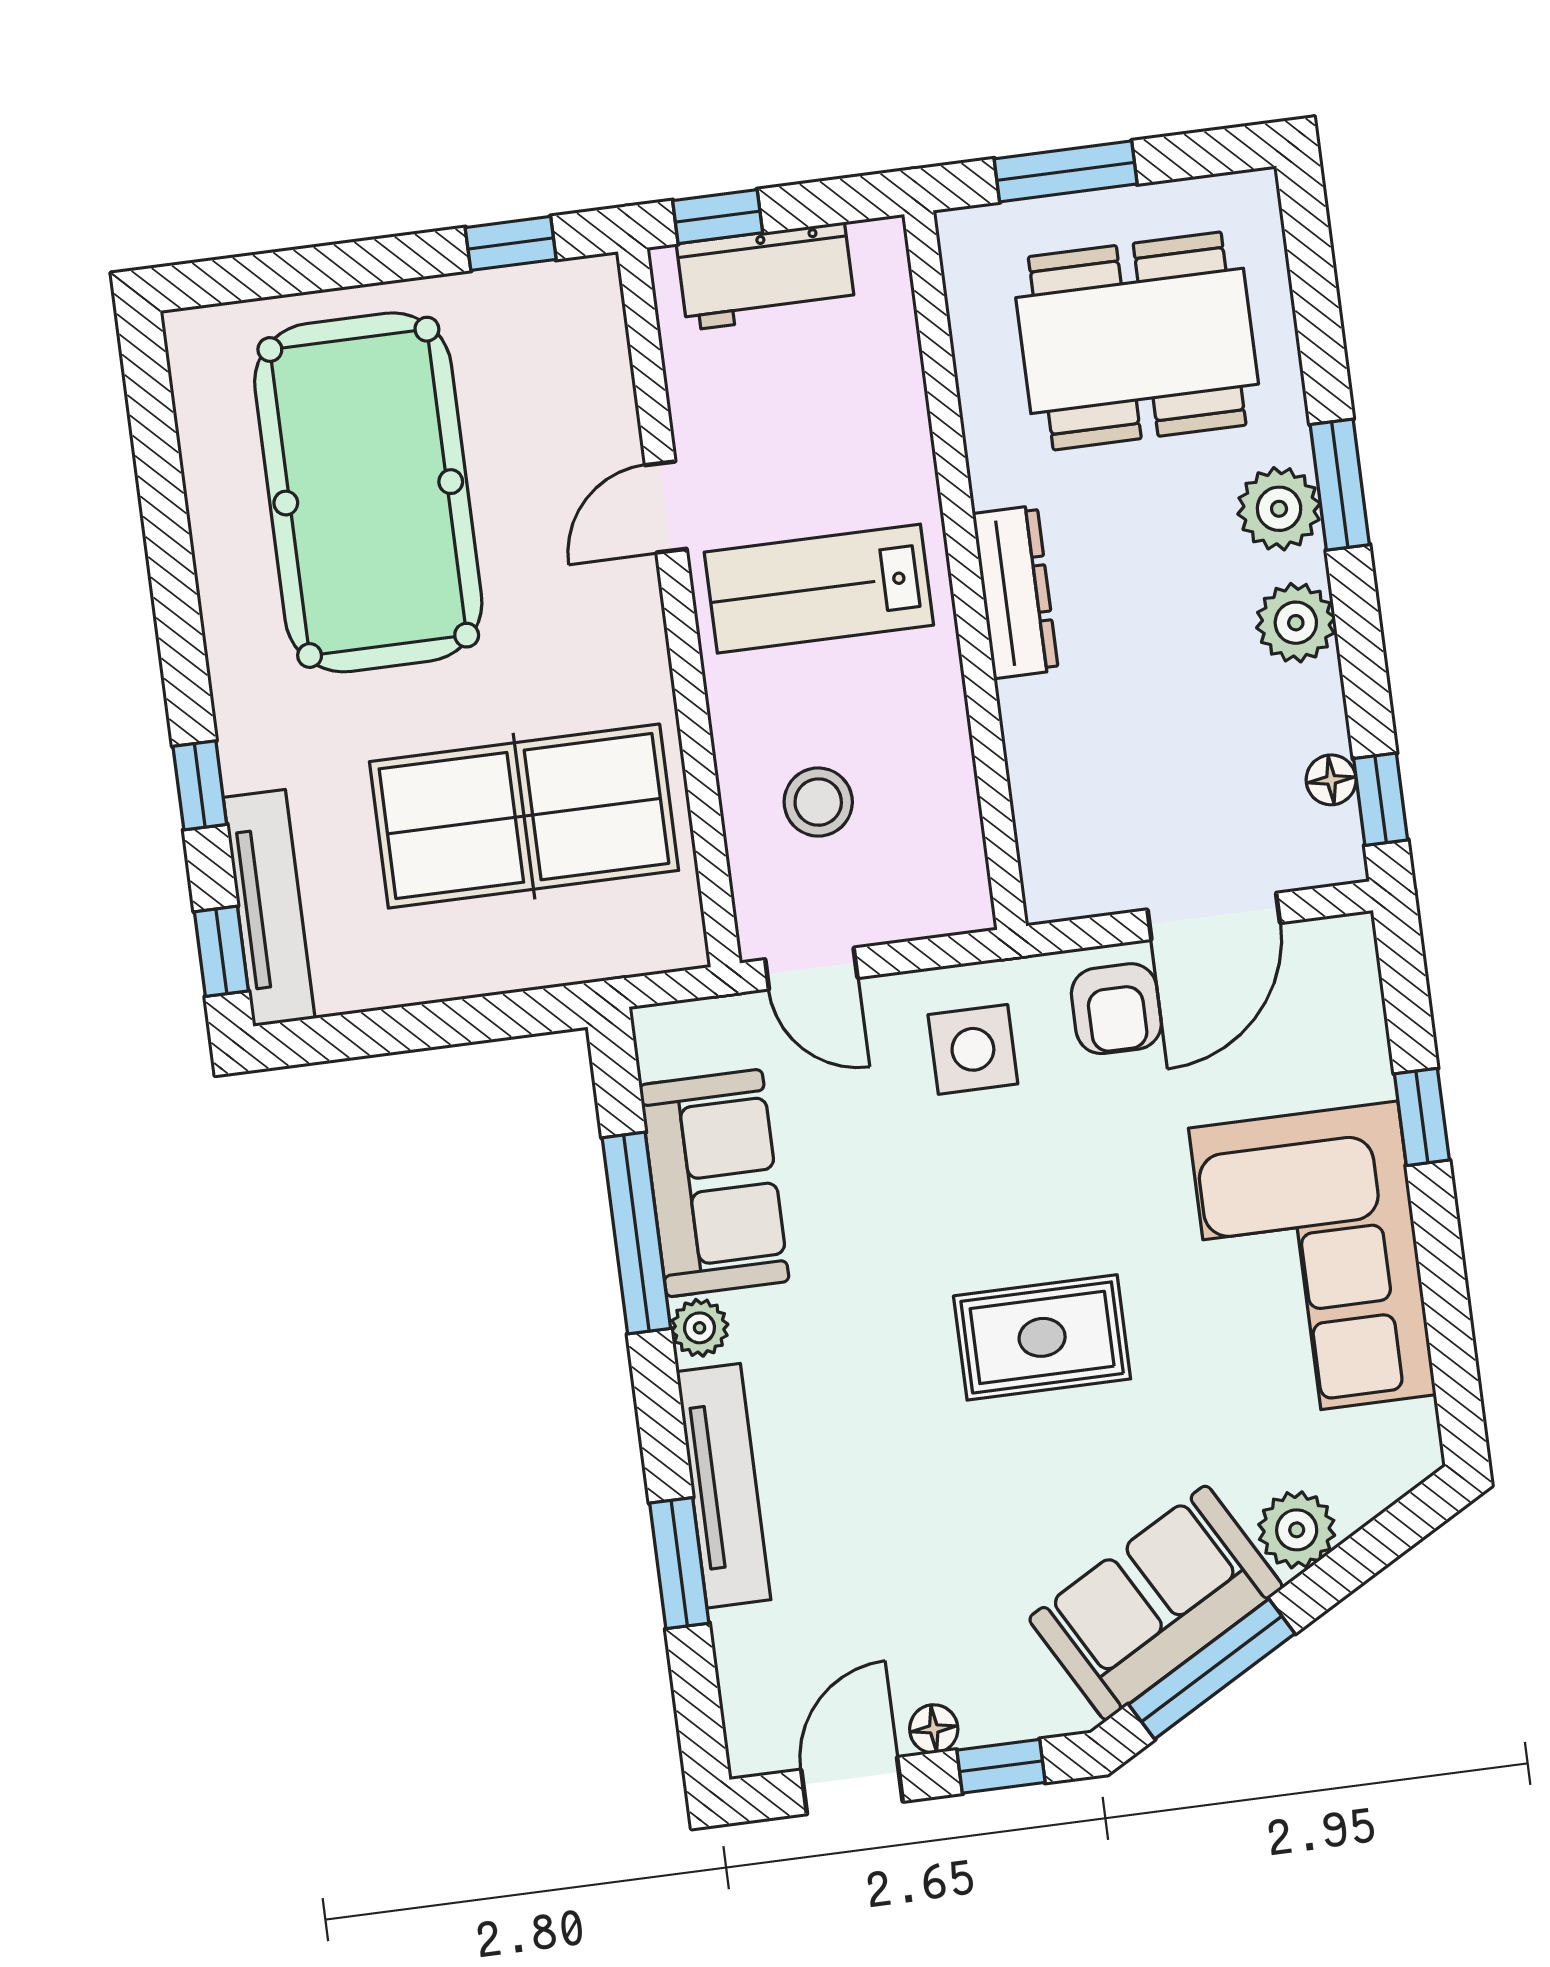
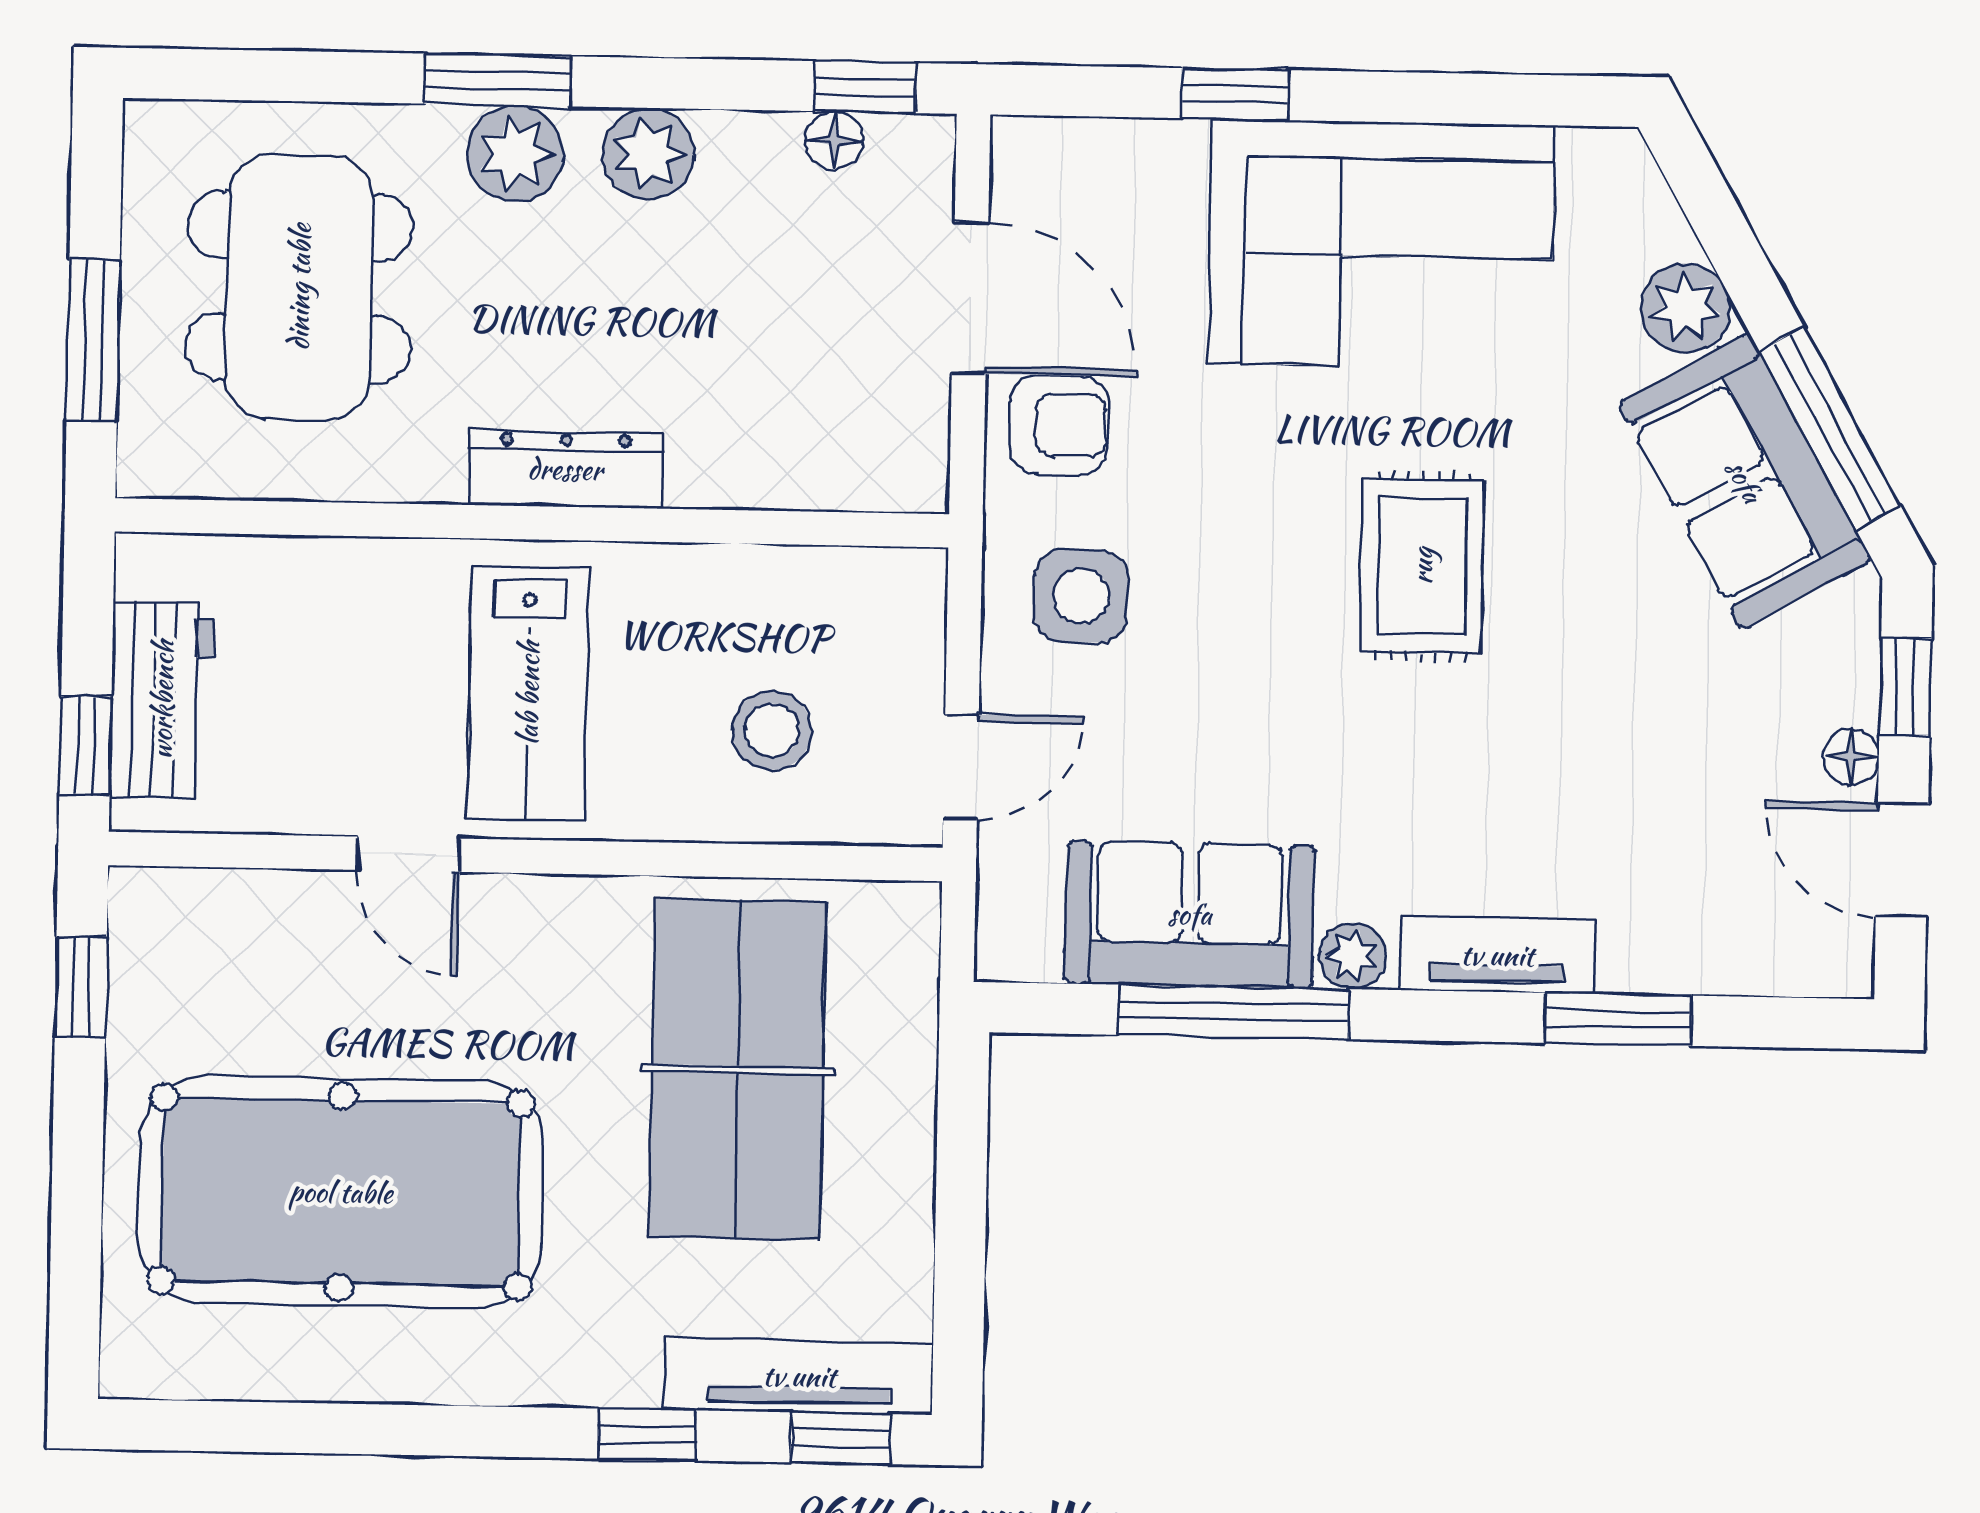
tv unit: (724, 1486) -> (1497, 955), width x0.71

